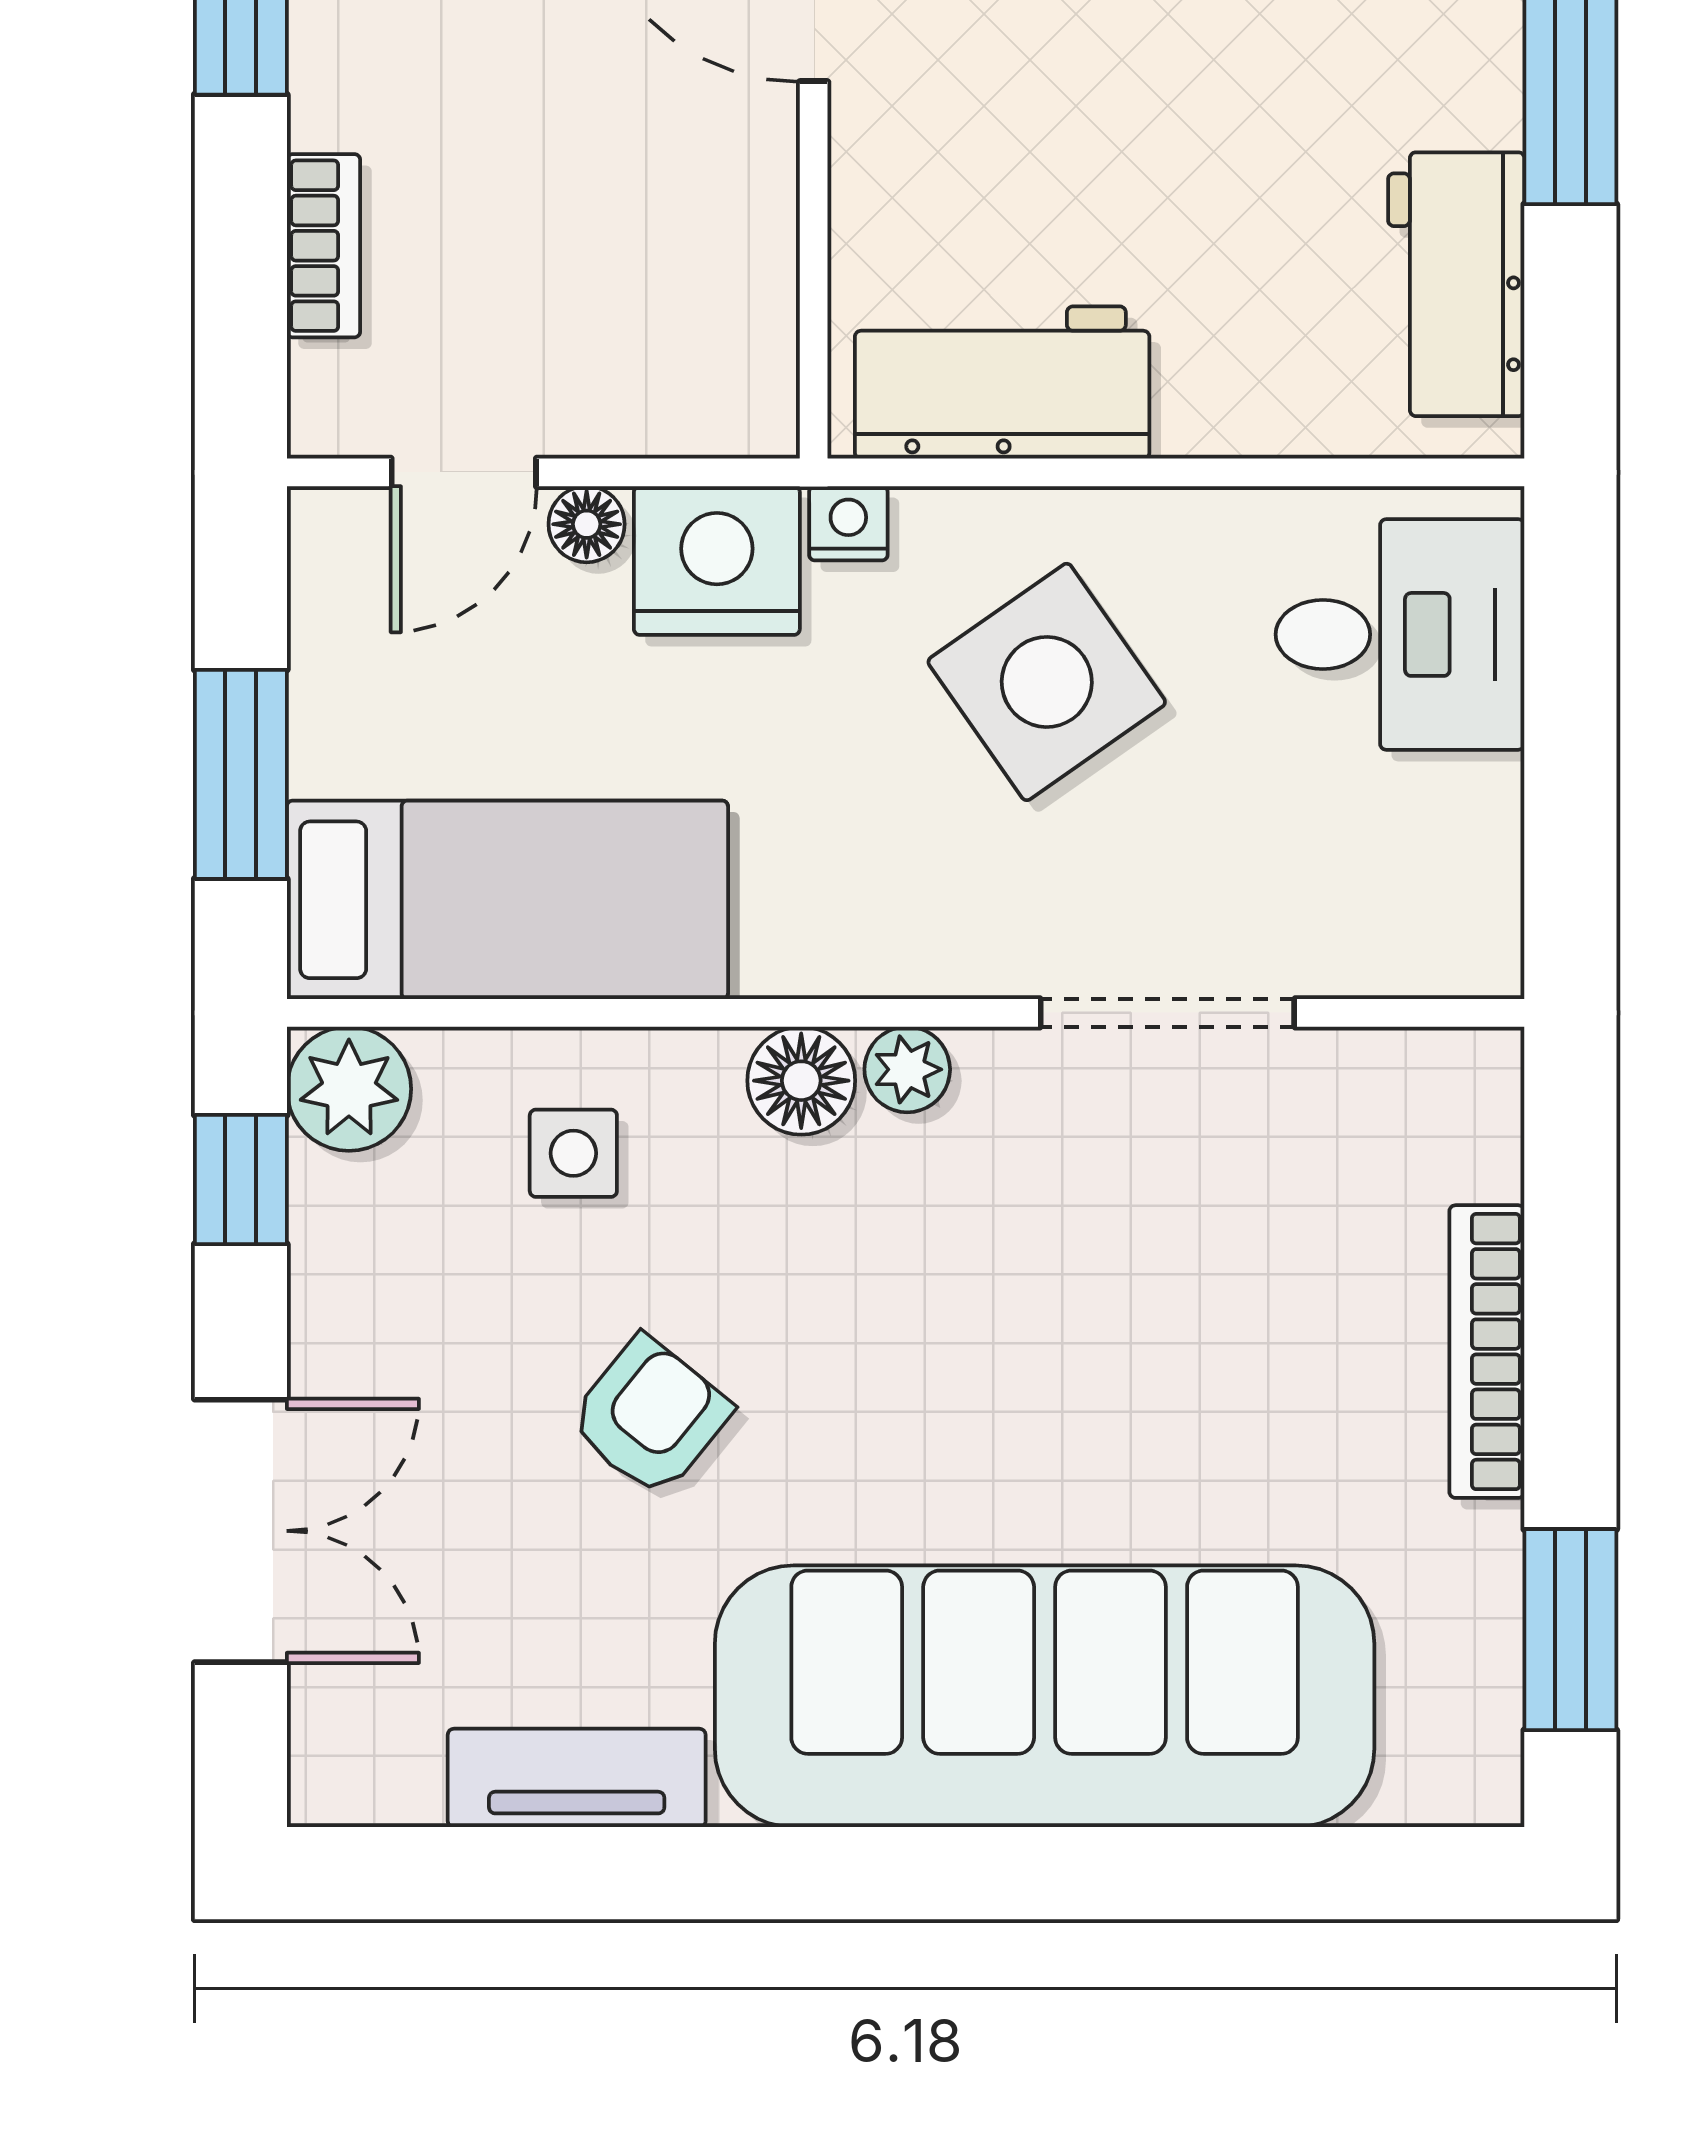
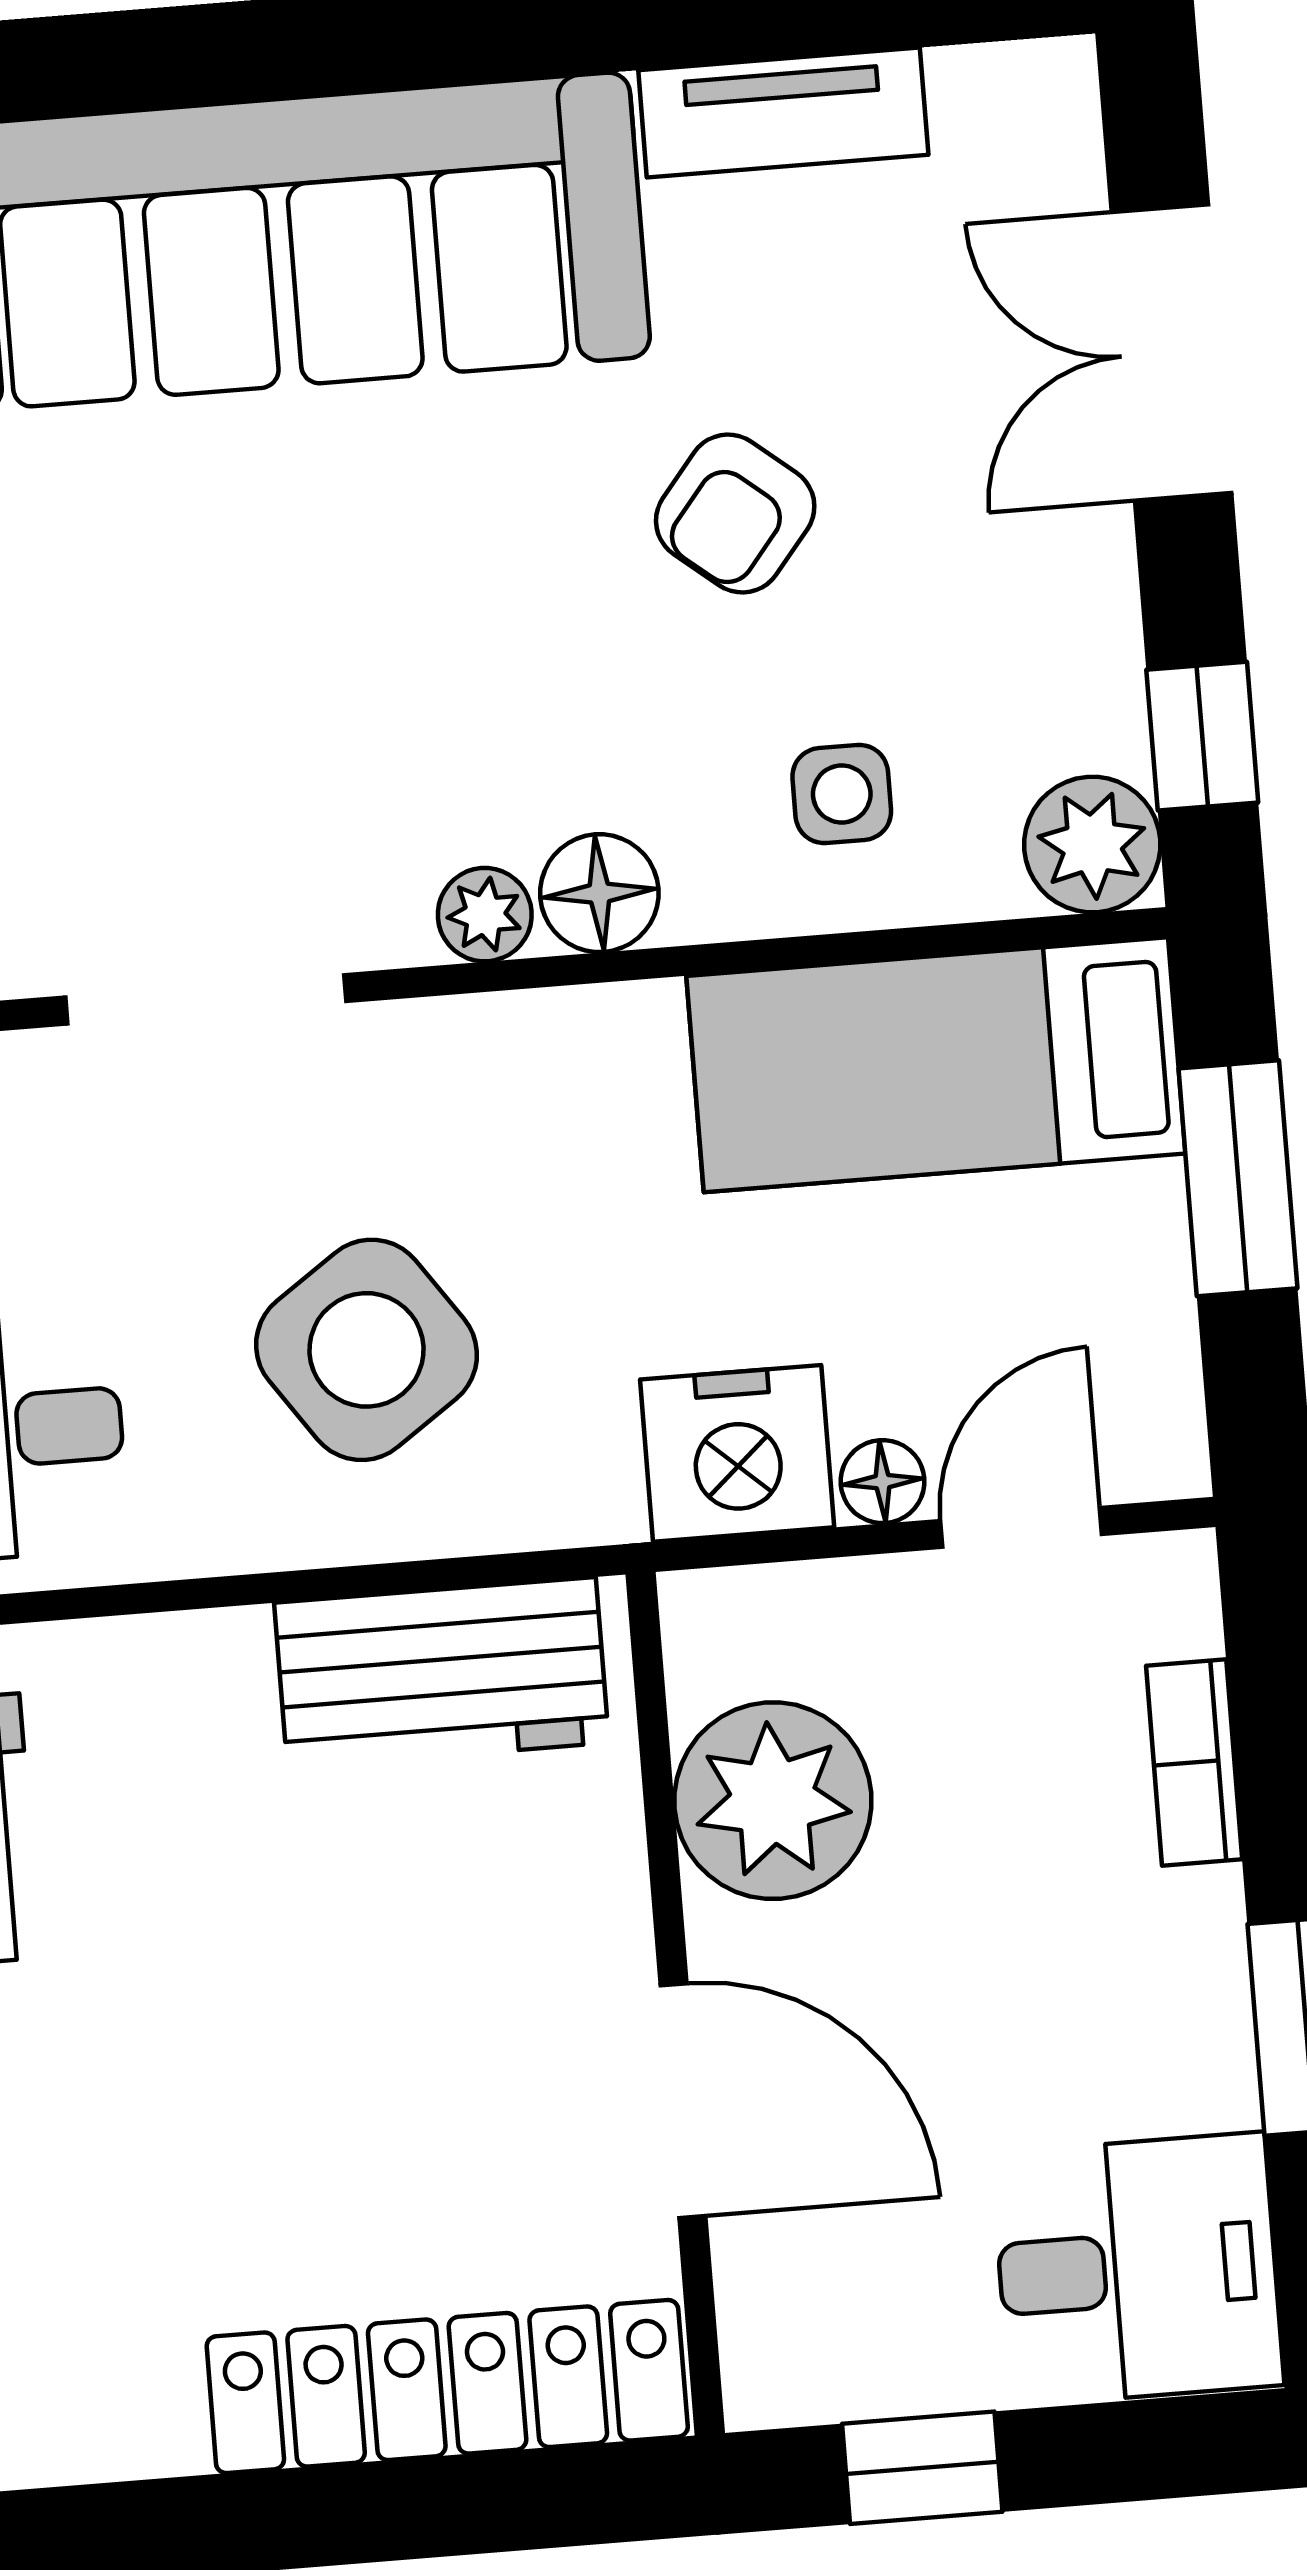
plant: (710, 242) -> (773, 1801), added
nightstand: (848, 523) -> (597, 1506), removed

